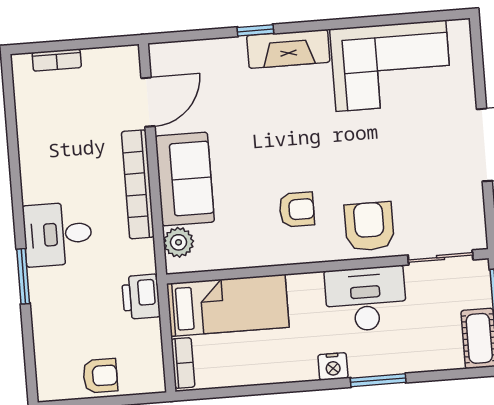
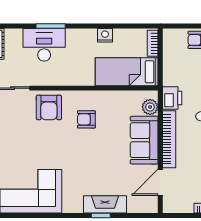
fireplace: (288, 49) -> (105, 204), moved
printer: (141, 297) -> (172, 98), moved
desk: (366, 299) -> (44, 45), moved, turned 180
nightstand: (333, 366) -> (105, 35), moved

